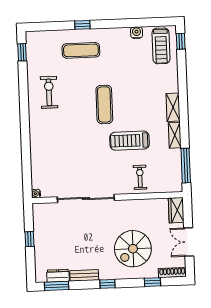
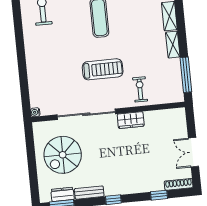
treadmill: (130, 141) -> (103, 69), moved, turned 180
wardrobe: (176, 210) -> (131, 120), moved, turned -90
window: (29, 239) -> (31, 159), removed
spiral stairs: (133, 249) -> (63, 155), moved

